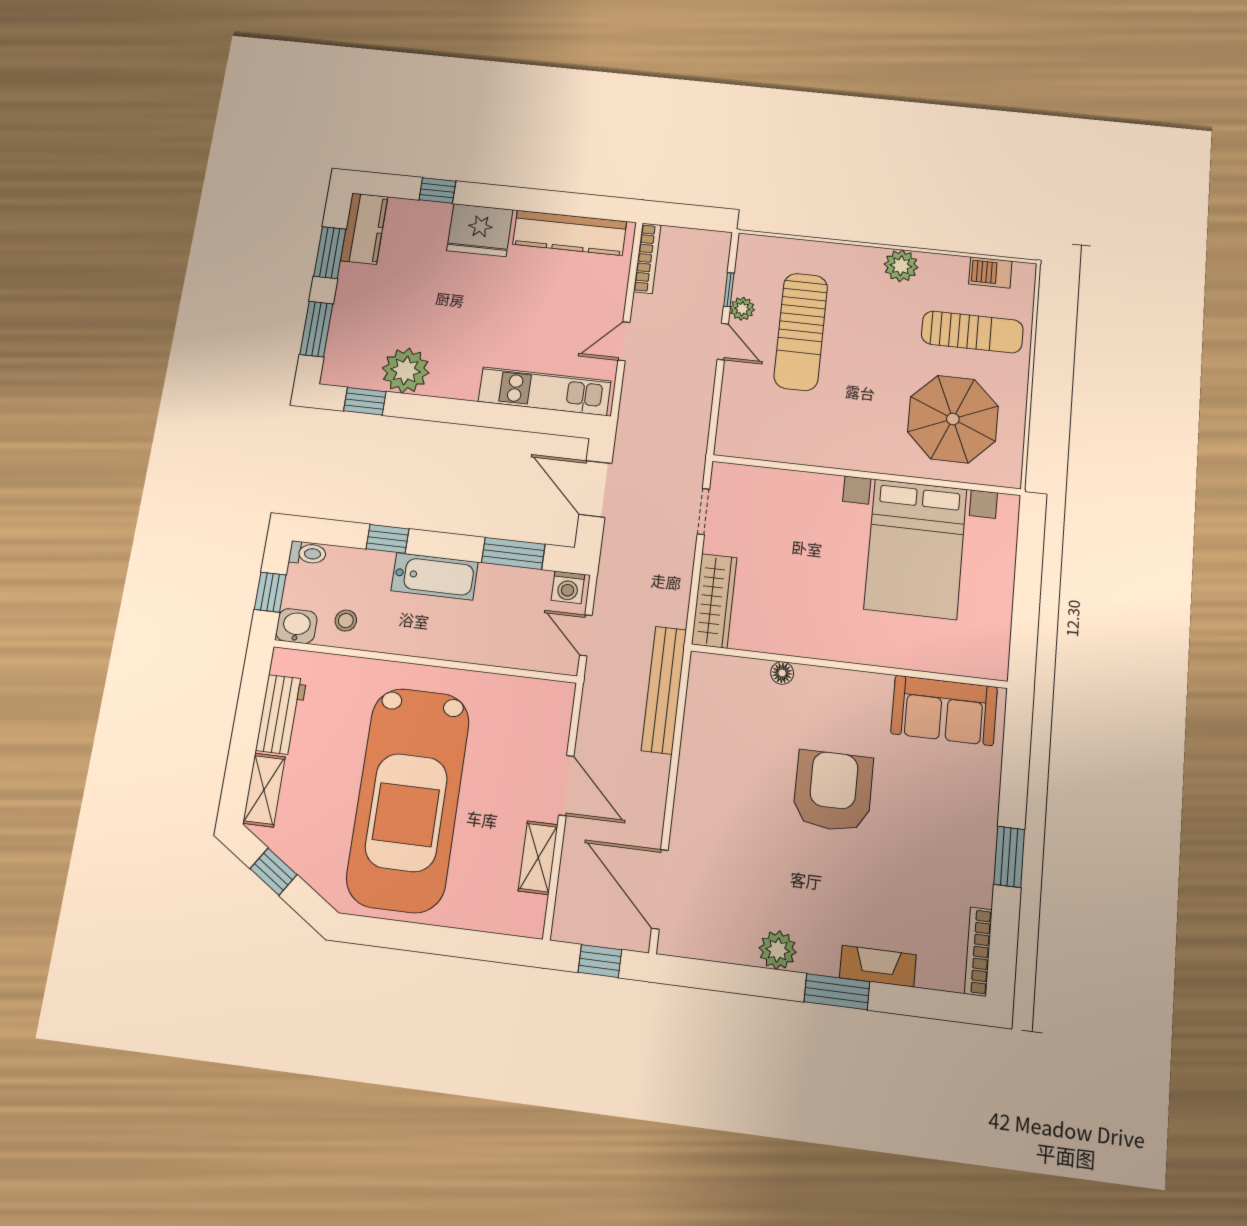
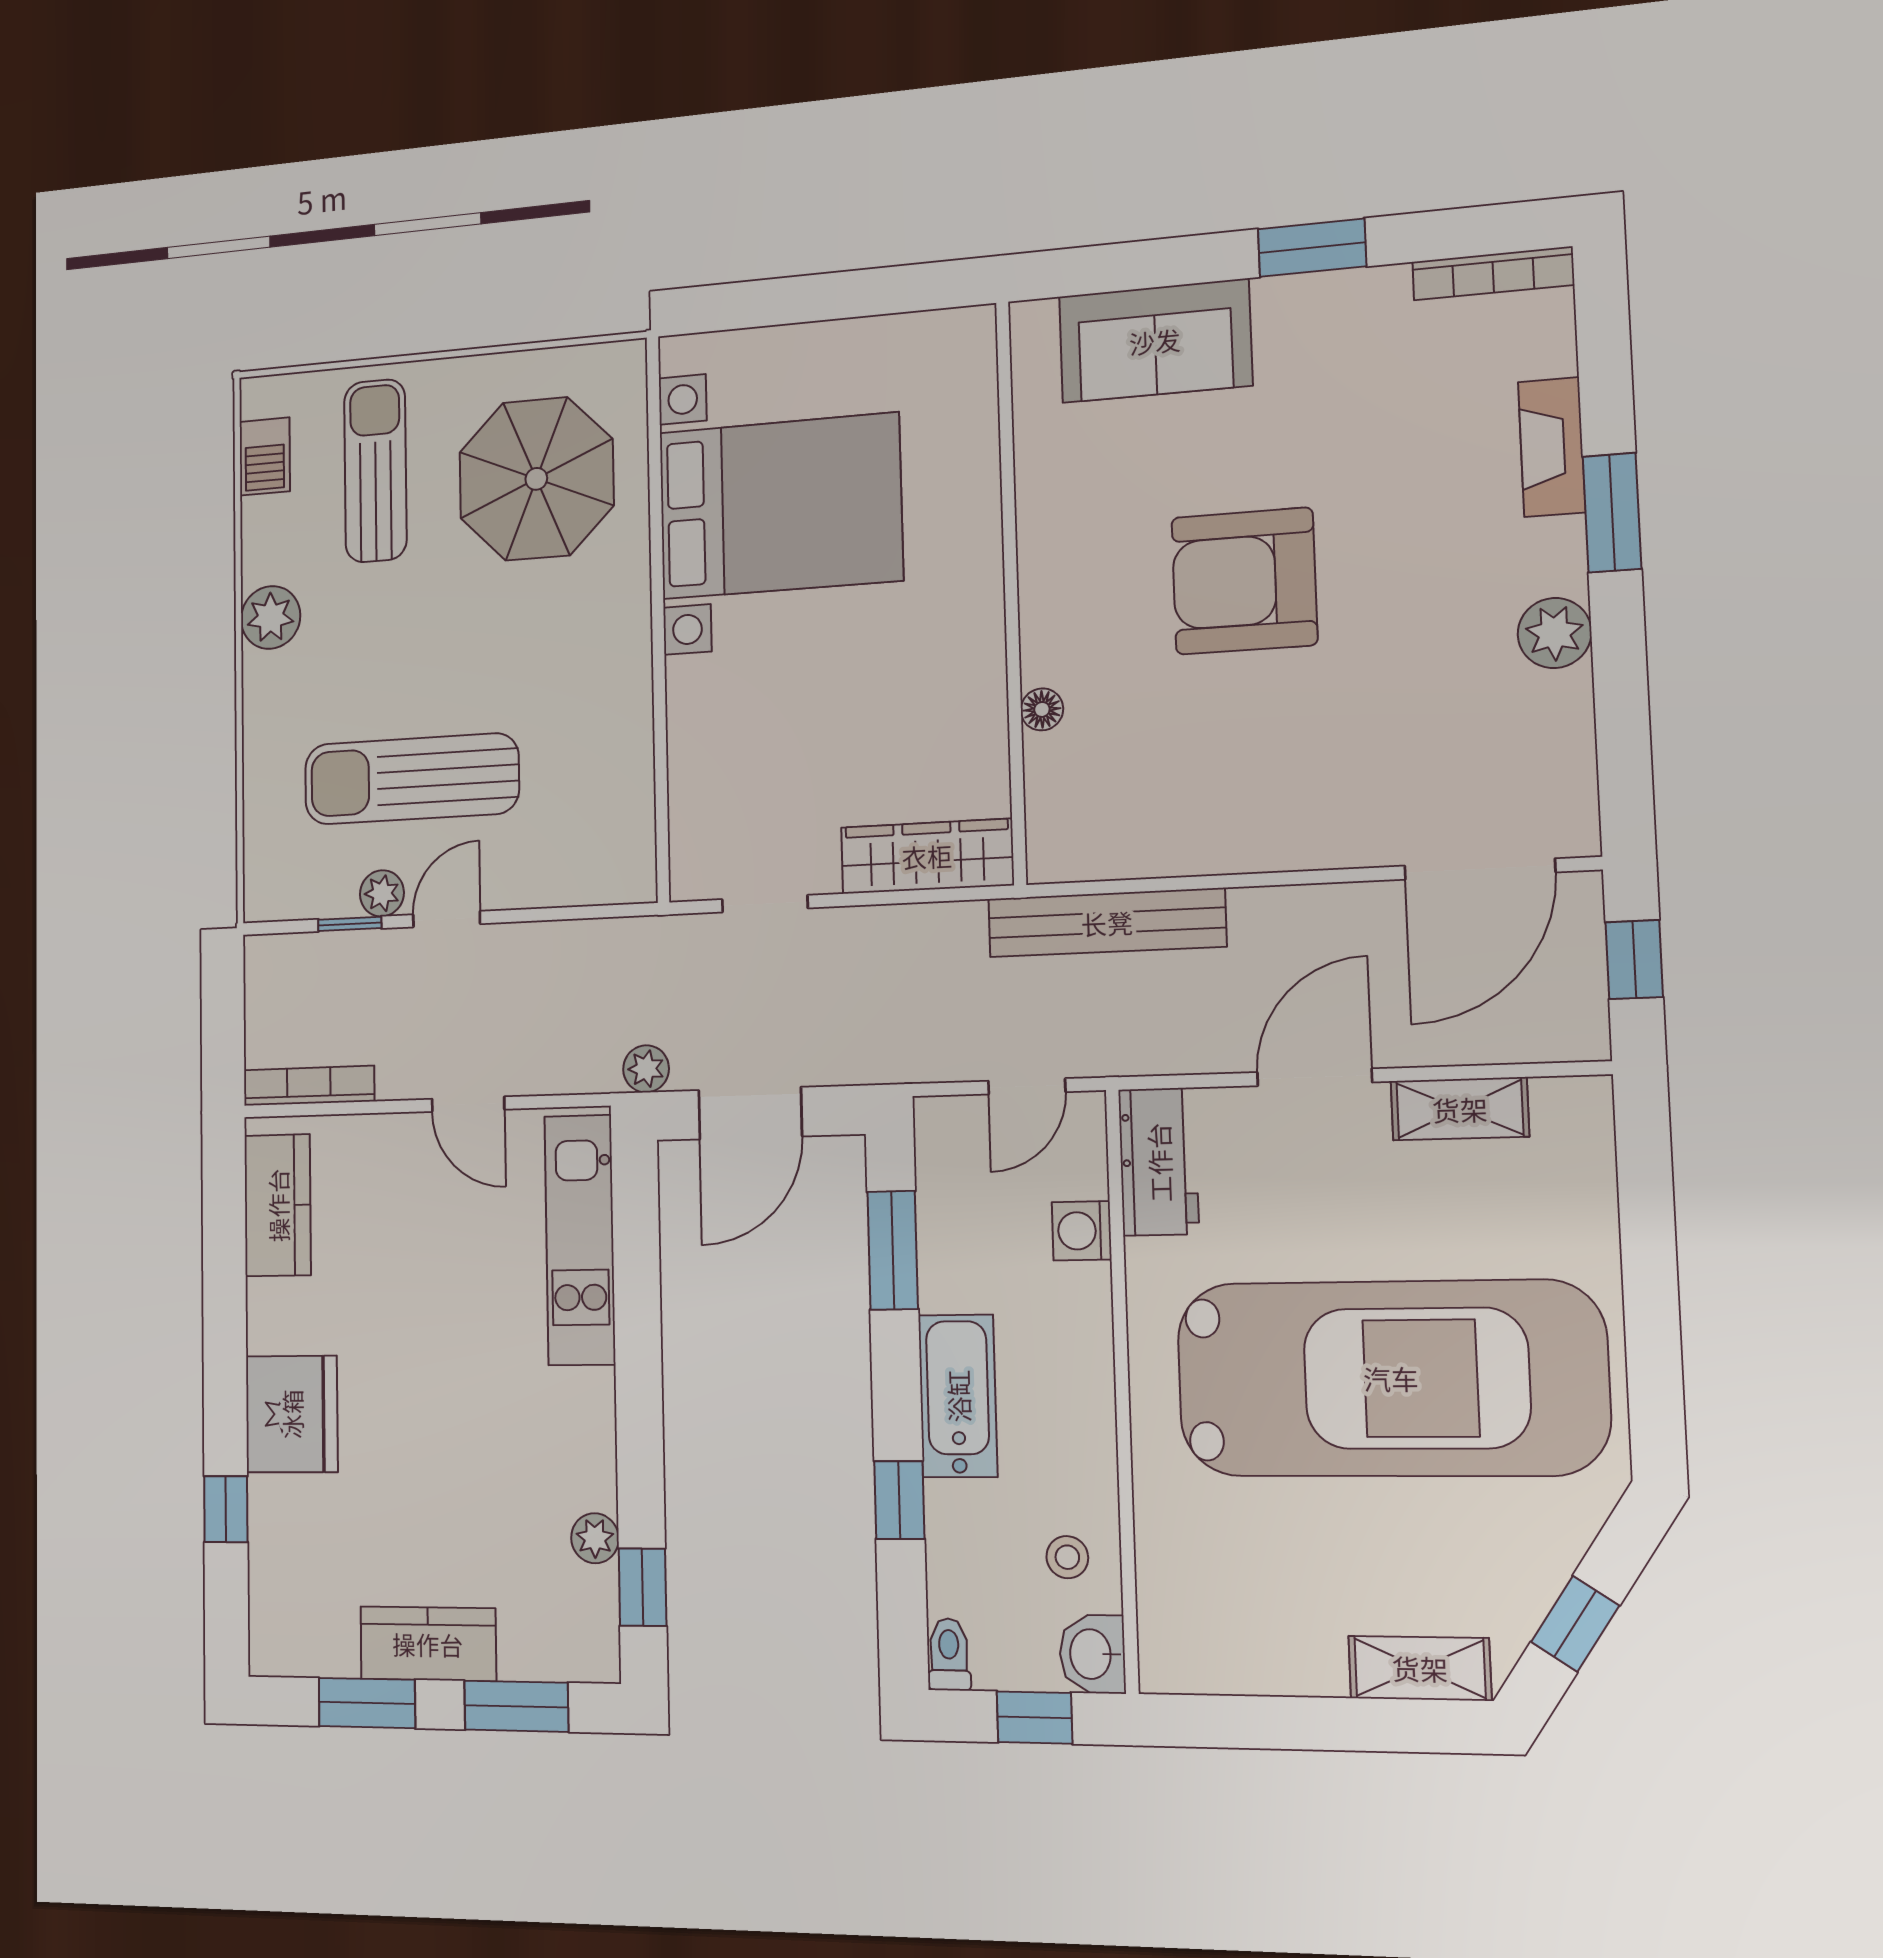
kitchen counter: (364, 229) -> (428, 1644), moved
kitchen counter: (570, 233) -> (278, 1205), width x0.67
sun lounger: (801, 332) -> (411, 779), turned 180
plant: (406, 370) -> (595, 1538), width x0.53, depth x0.53
plant: (627, 437) -> (646, 1069), added
washing machine: (568, 587) -> (1082, 1231), moved, turned 180
sofa: (944, 710) -> (1155, 341), moved, turned 90
workbench: (281, 715) -> (1159, 1162), moved, turned 90

